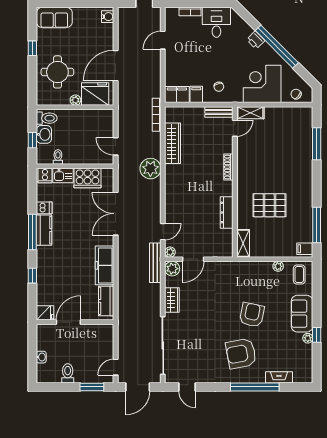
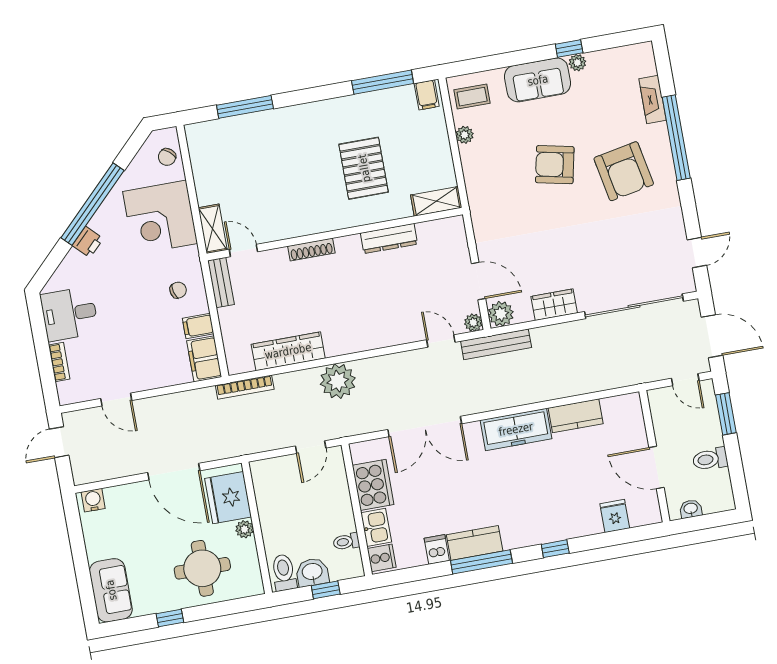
door: (68, 322) -> (656, 467), moved
wall: (75, 322) -> (654, 456), moved

